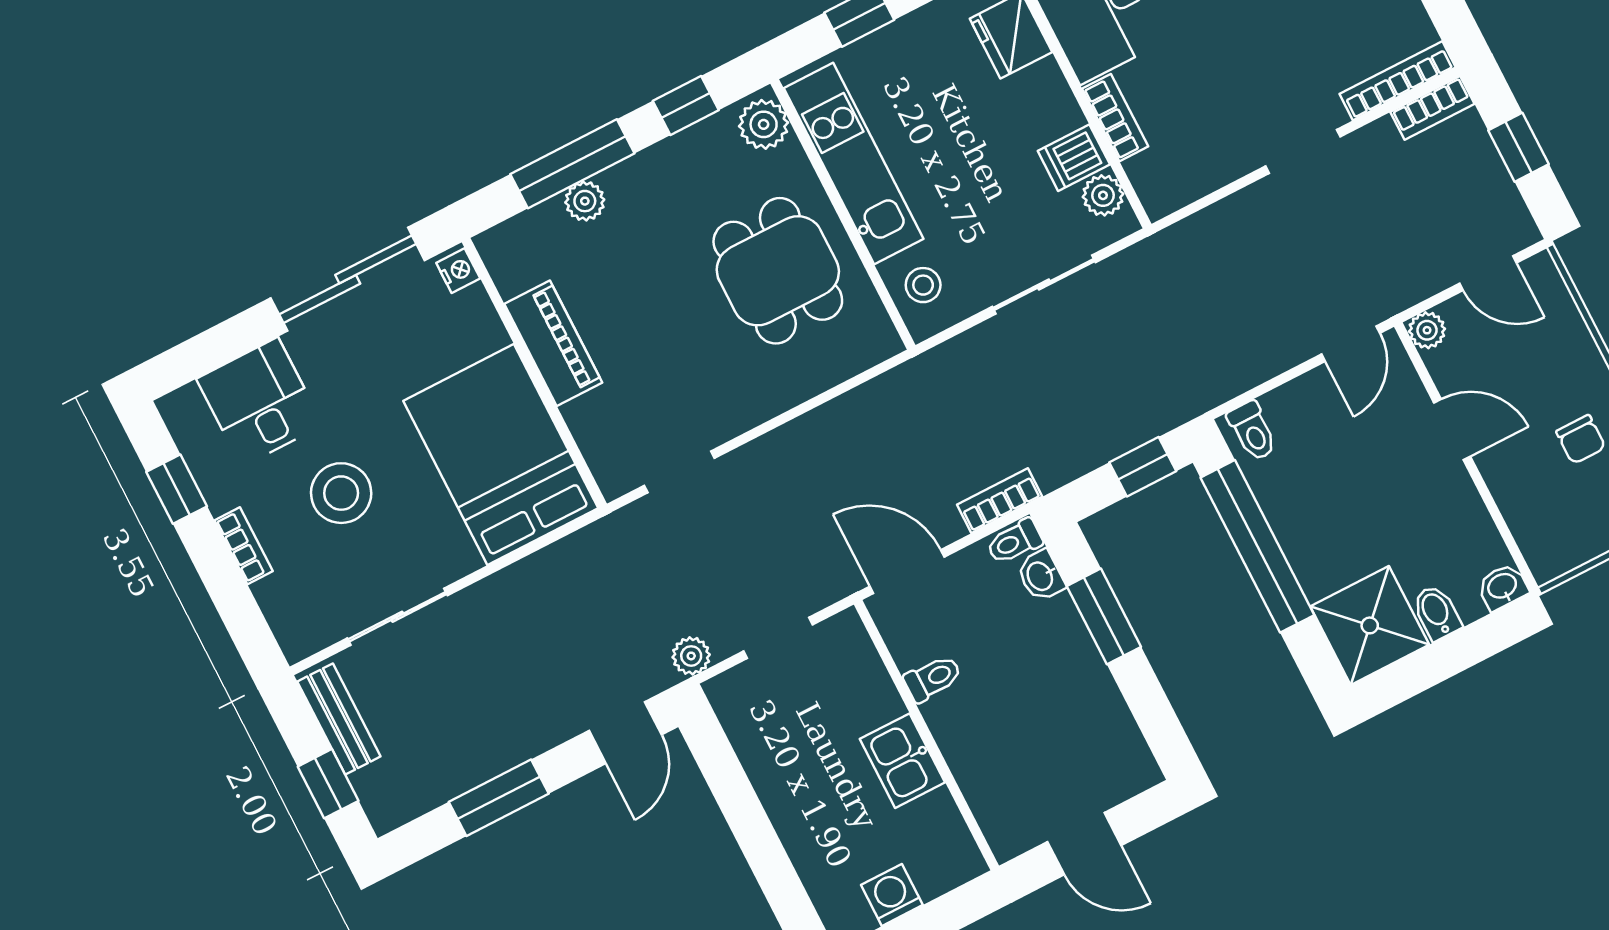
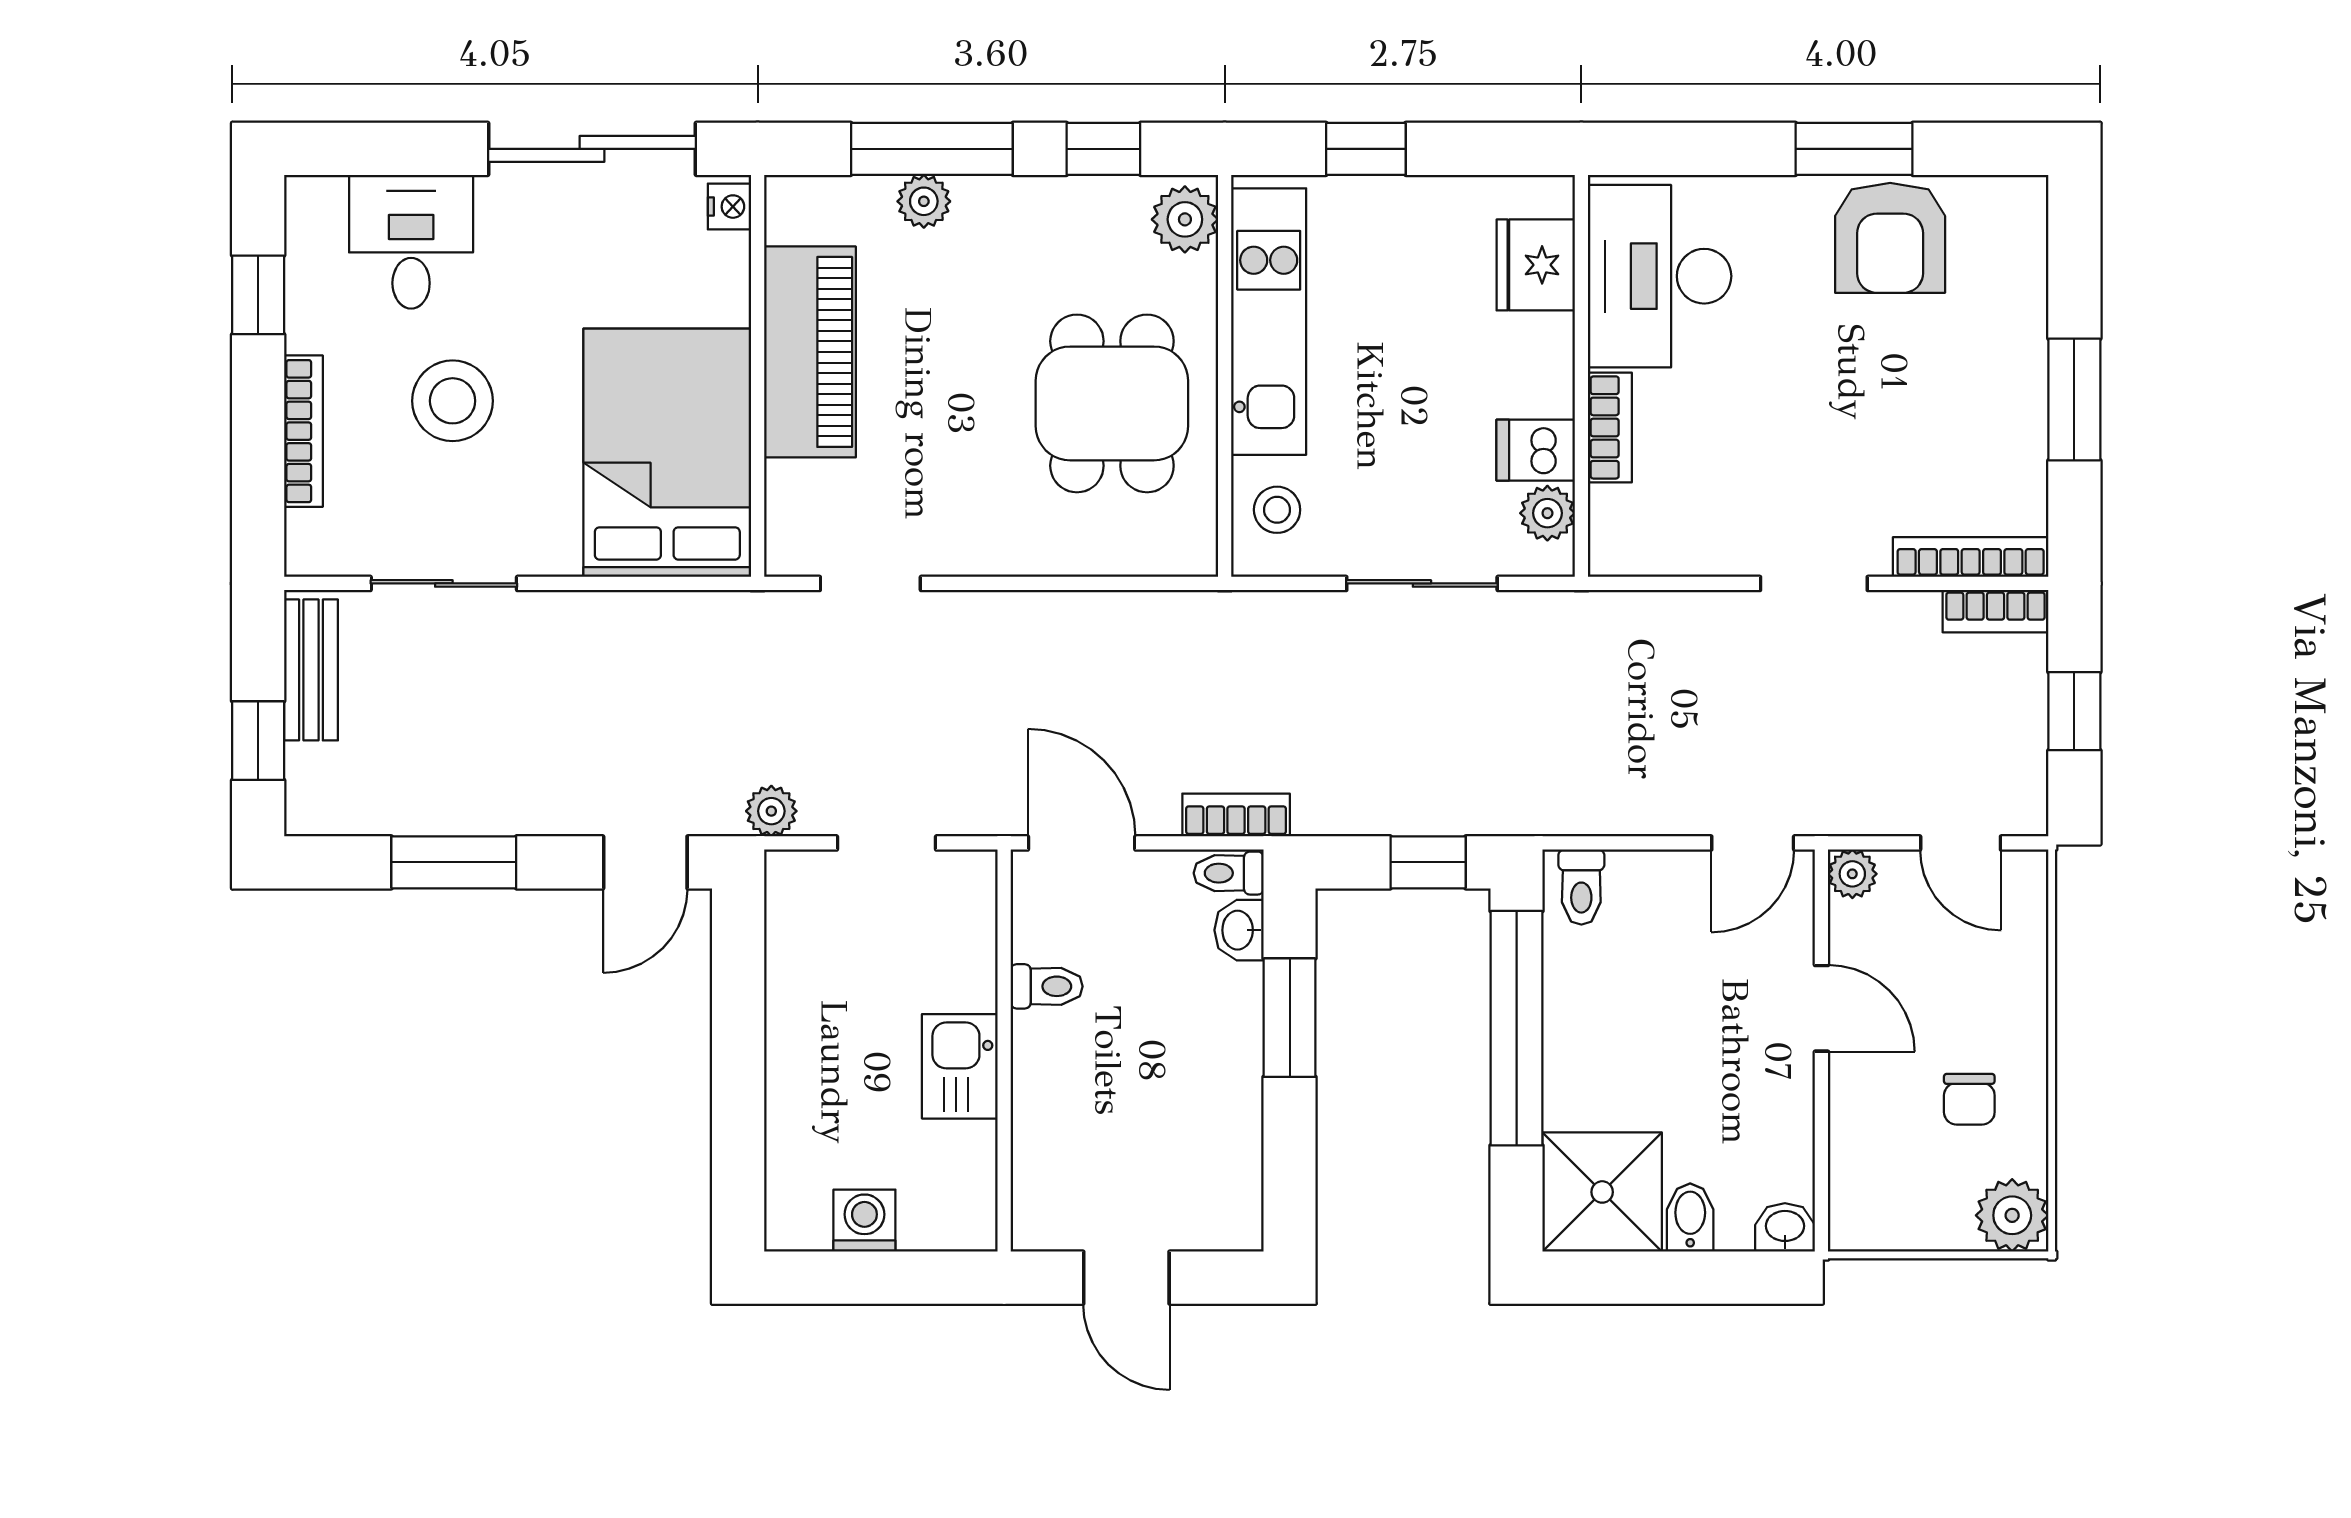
piano: (553, 343) -> (810, 352), width x1.37, depth x1.33
bookcase: (244, 546) -> (303, 431), width x1.56

